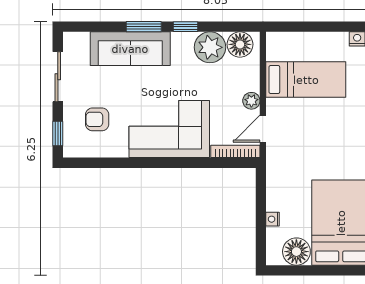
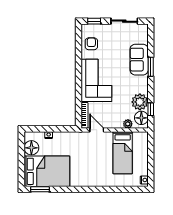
window: (185, 27) -> (151, 109), moved
sofa: (130, 49) -> (139, 60), width x0.73
plant: (251, 101) -> (128, 124), moved
armchair: (97, 119) -> (91, 44), moved

